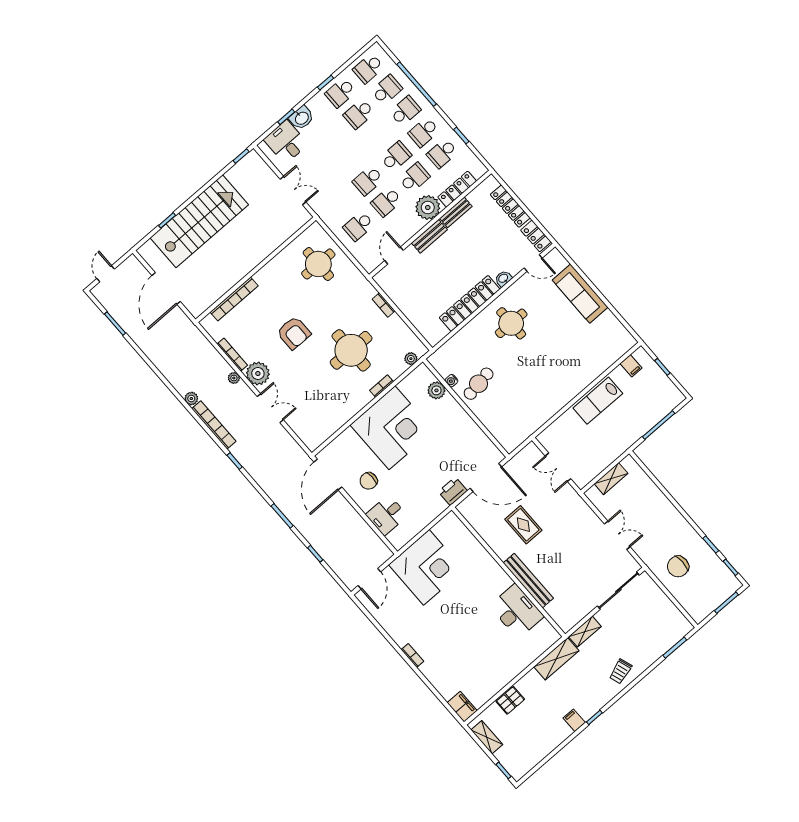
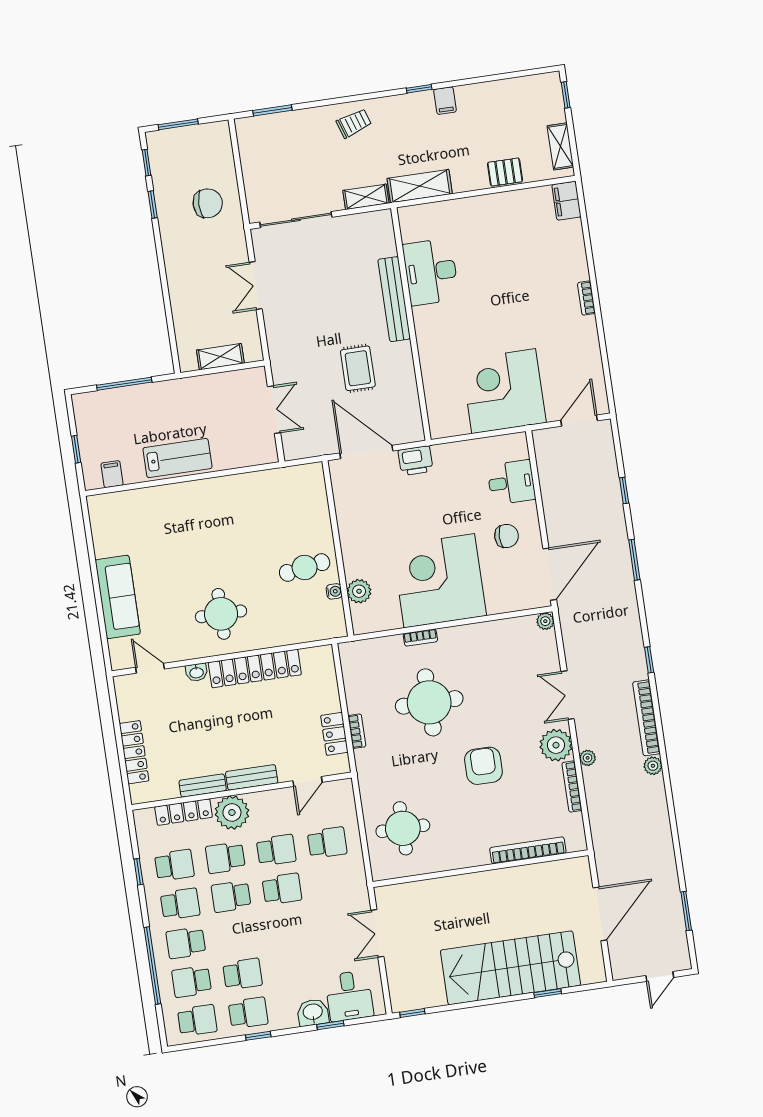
locker: (536, 236) -> (334, 734), moved, turned 180
plant: (411, 359) -> (545, 621), moved

